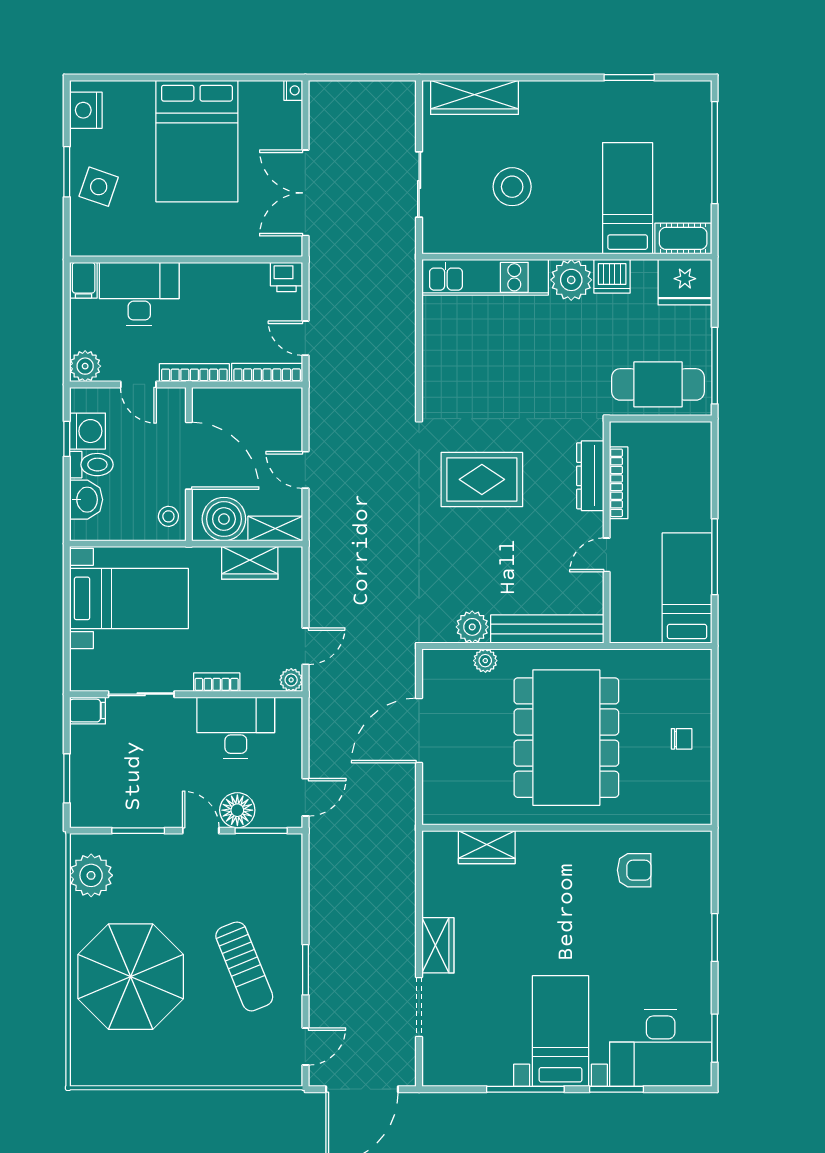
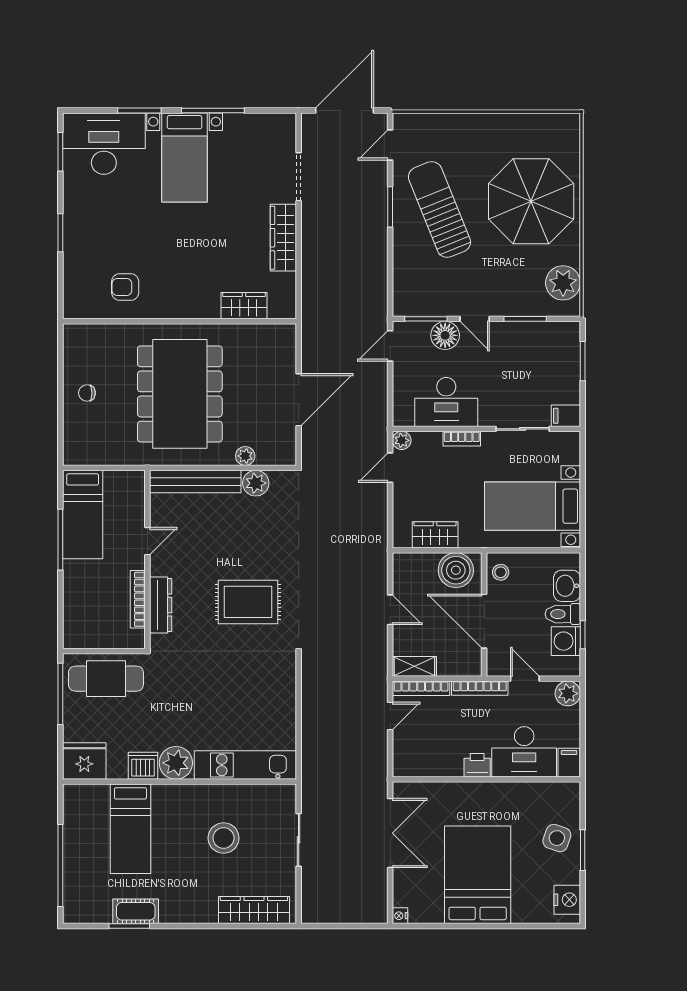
cot: (683, 238) -> (136, 911), moved
printer: (286, 277) -> (477, 765), moved
door: (305, 338) -> (390, 716), hinge flipped
shelving: (275, 529) -> (414, 666), moved
wardrobe: (438, 945) -> (283, 238), width x1.50
sun lounger: (244, 966) -> (439, 209), width x1.36, depth x1.34

